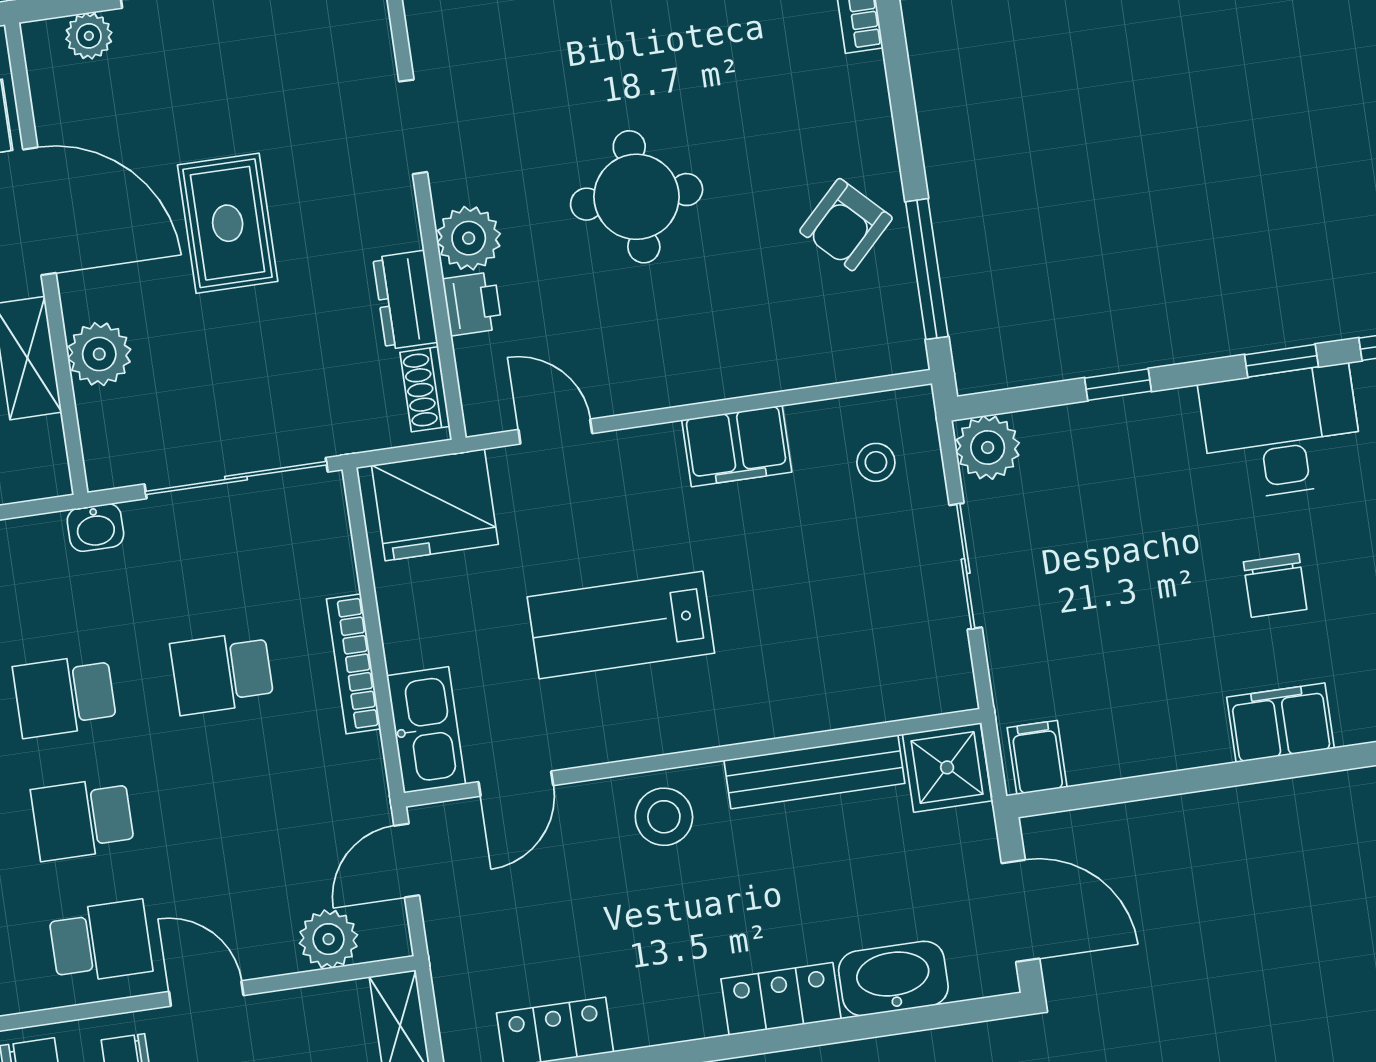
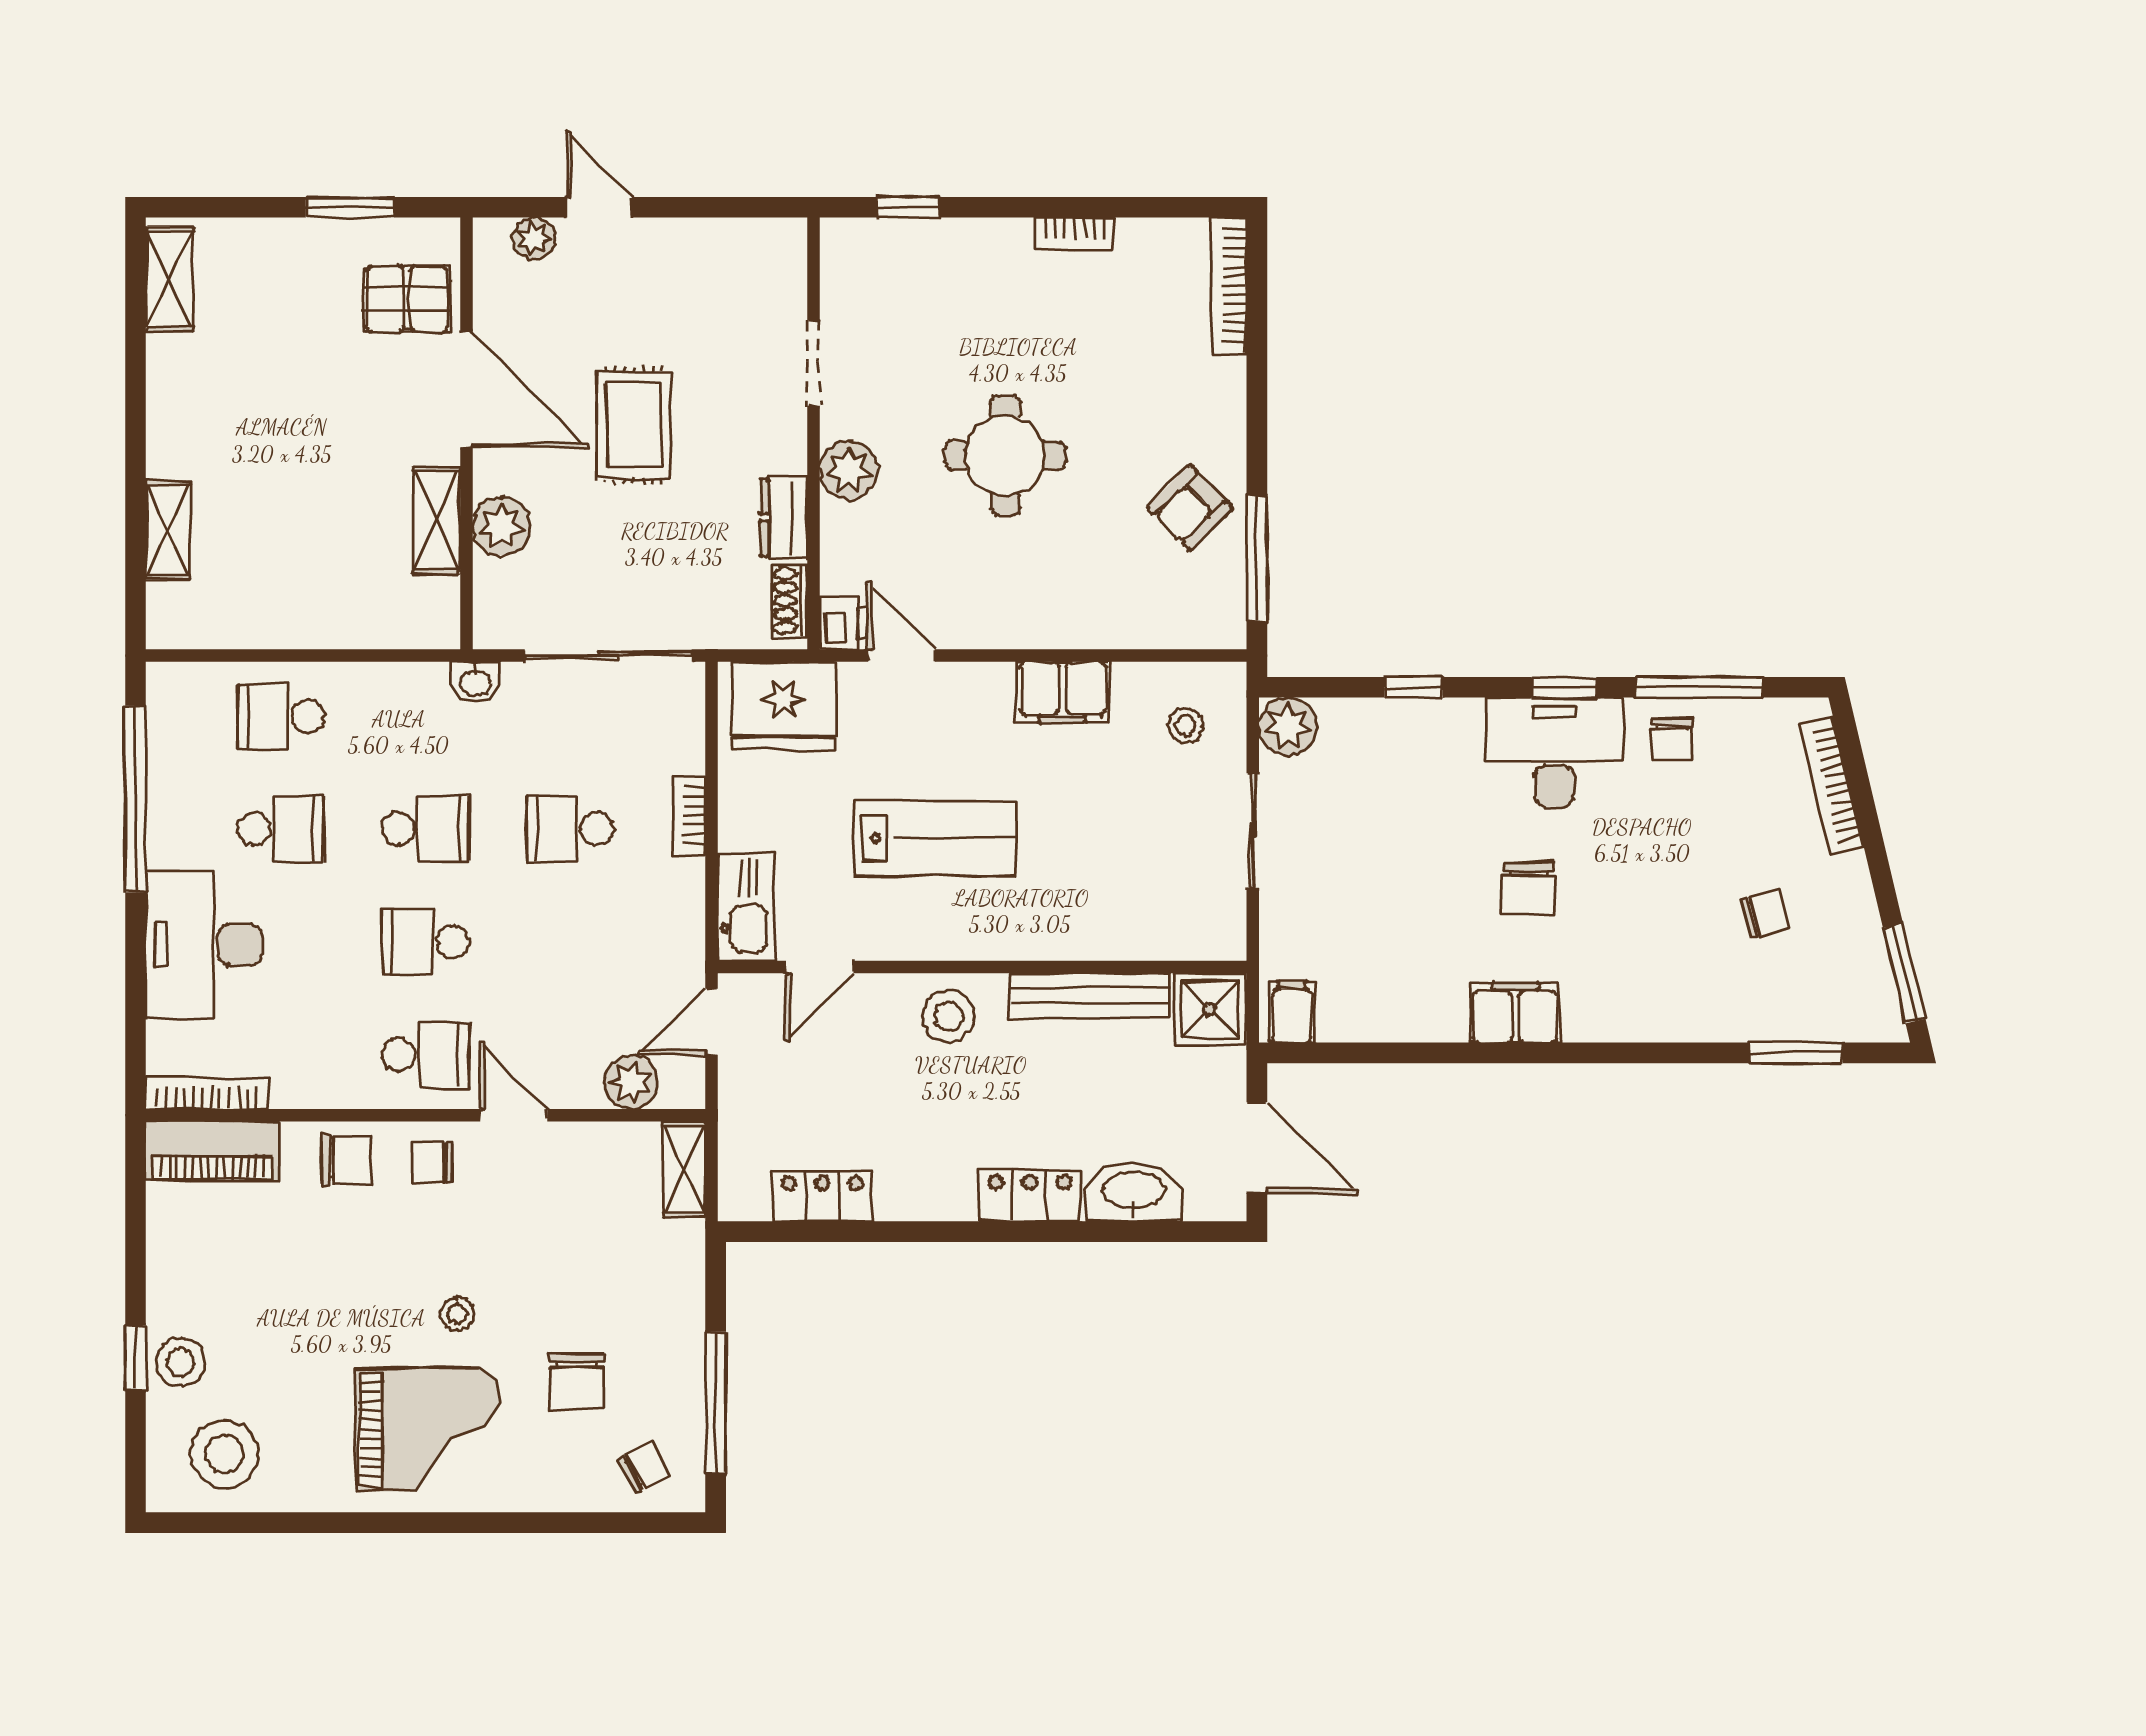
printer: (472, 304) -> (844, 623), moved
lab bench: (621, 625) -> (935, 838), turned 180
bookcase: (354, 664) -> (689, 816), width x0.64
school desk: (65, 696) -> (426, 829), turned 180

